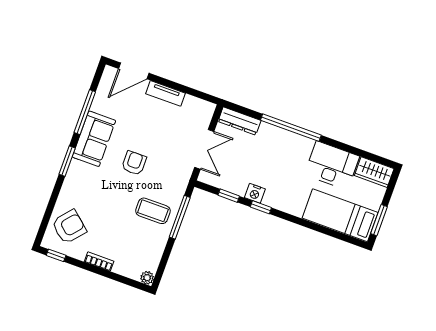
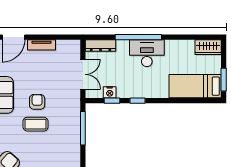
desk: (332, 165) -> (147, 53), moved
nightstand: (255, 193) -> (110, 92), moved
coffee table: (153, 211) -> (35, 124), moved

